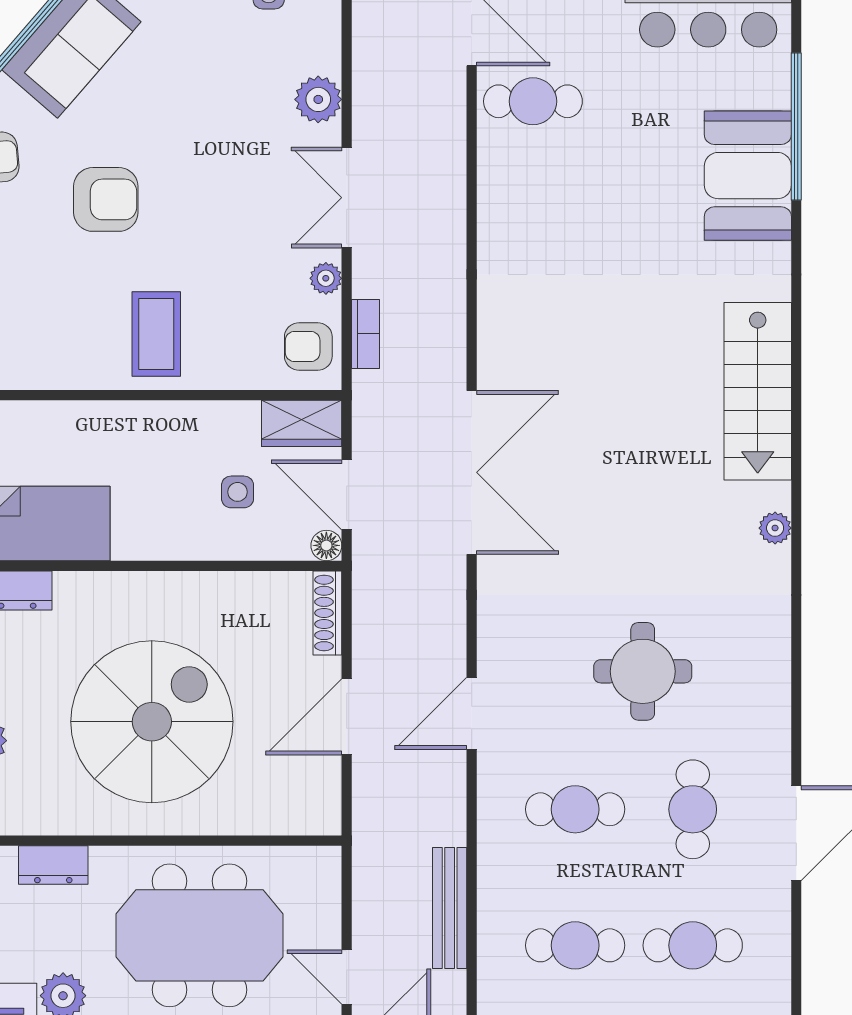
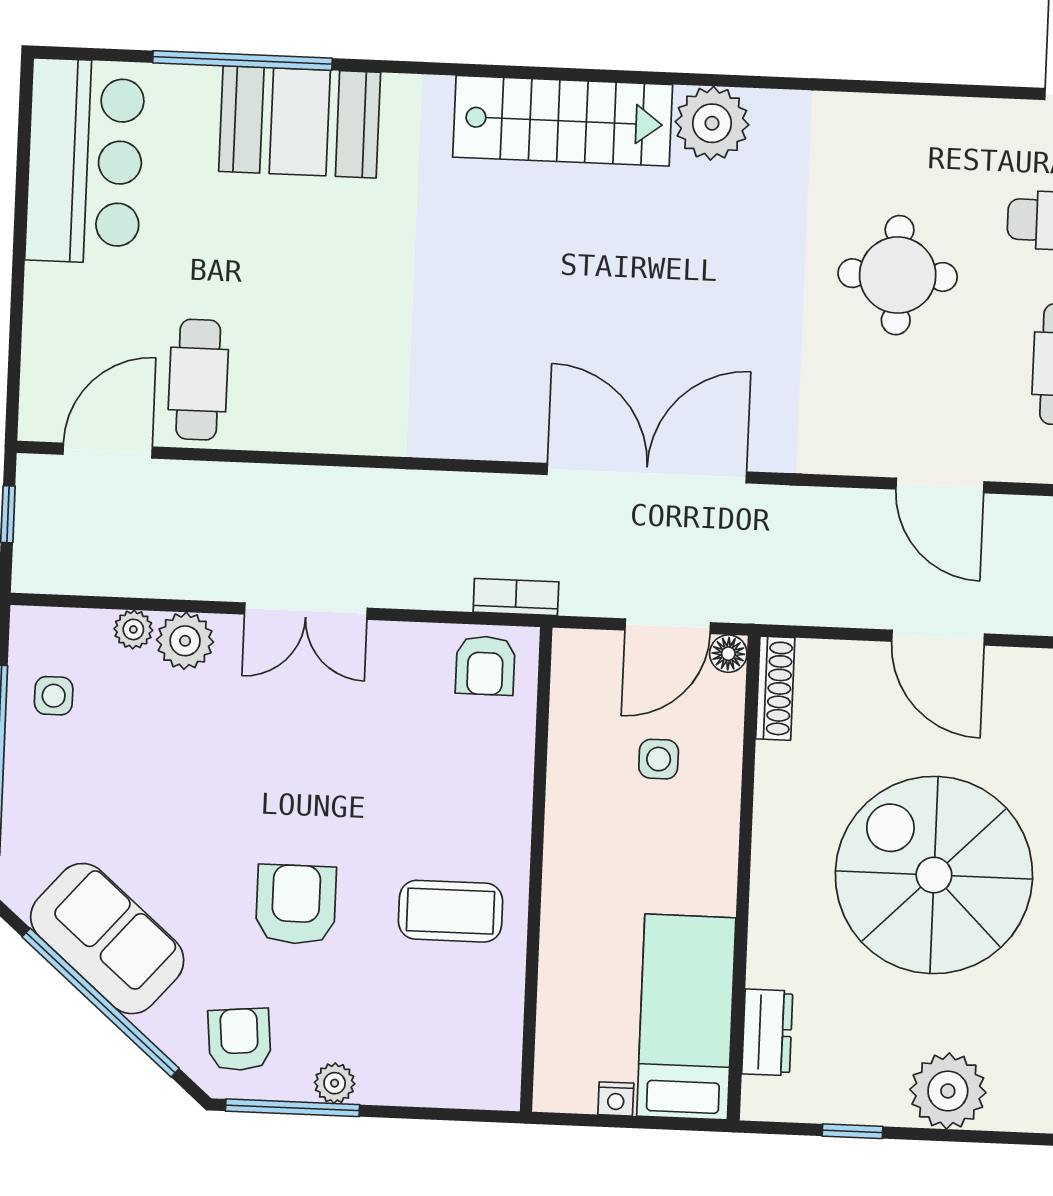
plant: (326, 278) -> (133, 629), moved
coffee table: (156, 334) -> (450, 911), moved
bookcase: (366, 334) -> (516, 597), moved
wardrobe: (302, 423) -> (579, 678), removed
plant: (775, 528) -> (712, 123), width x1.88, depth x1.88
shoe rack: (327, 613) -> (775, 688), moved, turned -90

